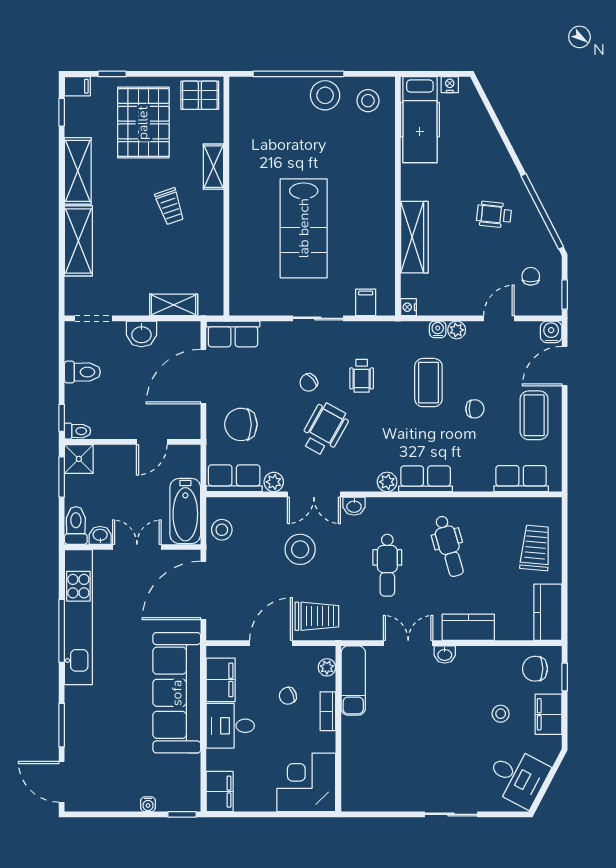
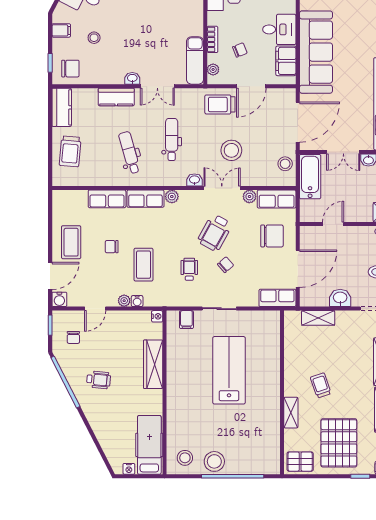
row of seats: (521, 479) -> (107, 199), moved
filing cabinet: (549, 714) -> (61, 30), width x0.50

